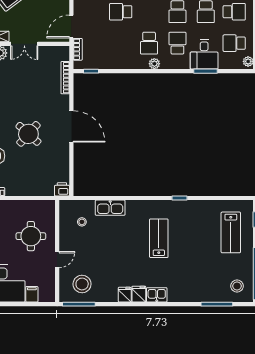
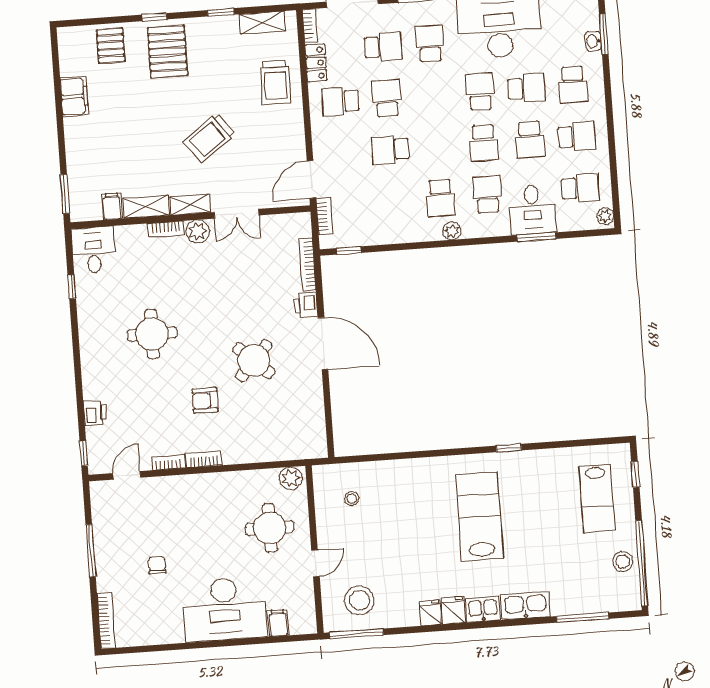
school desk: (234, 43) -> (580, 188), turned 180
printer: (62, 189) -> (306, 305), moved, turned -90
plant: (46, 207) -> (291, 478), added
kitchen sink: (110, 208) -> (525, 606), moved, turned 180
lab bench: (159, 238) -> (480, 516), width x1.36, depth x1.39
stool: (237, 286) -> (623, 562), moved

